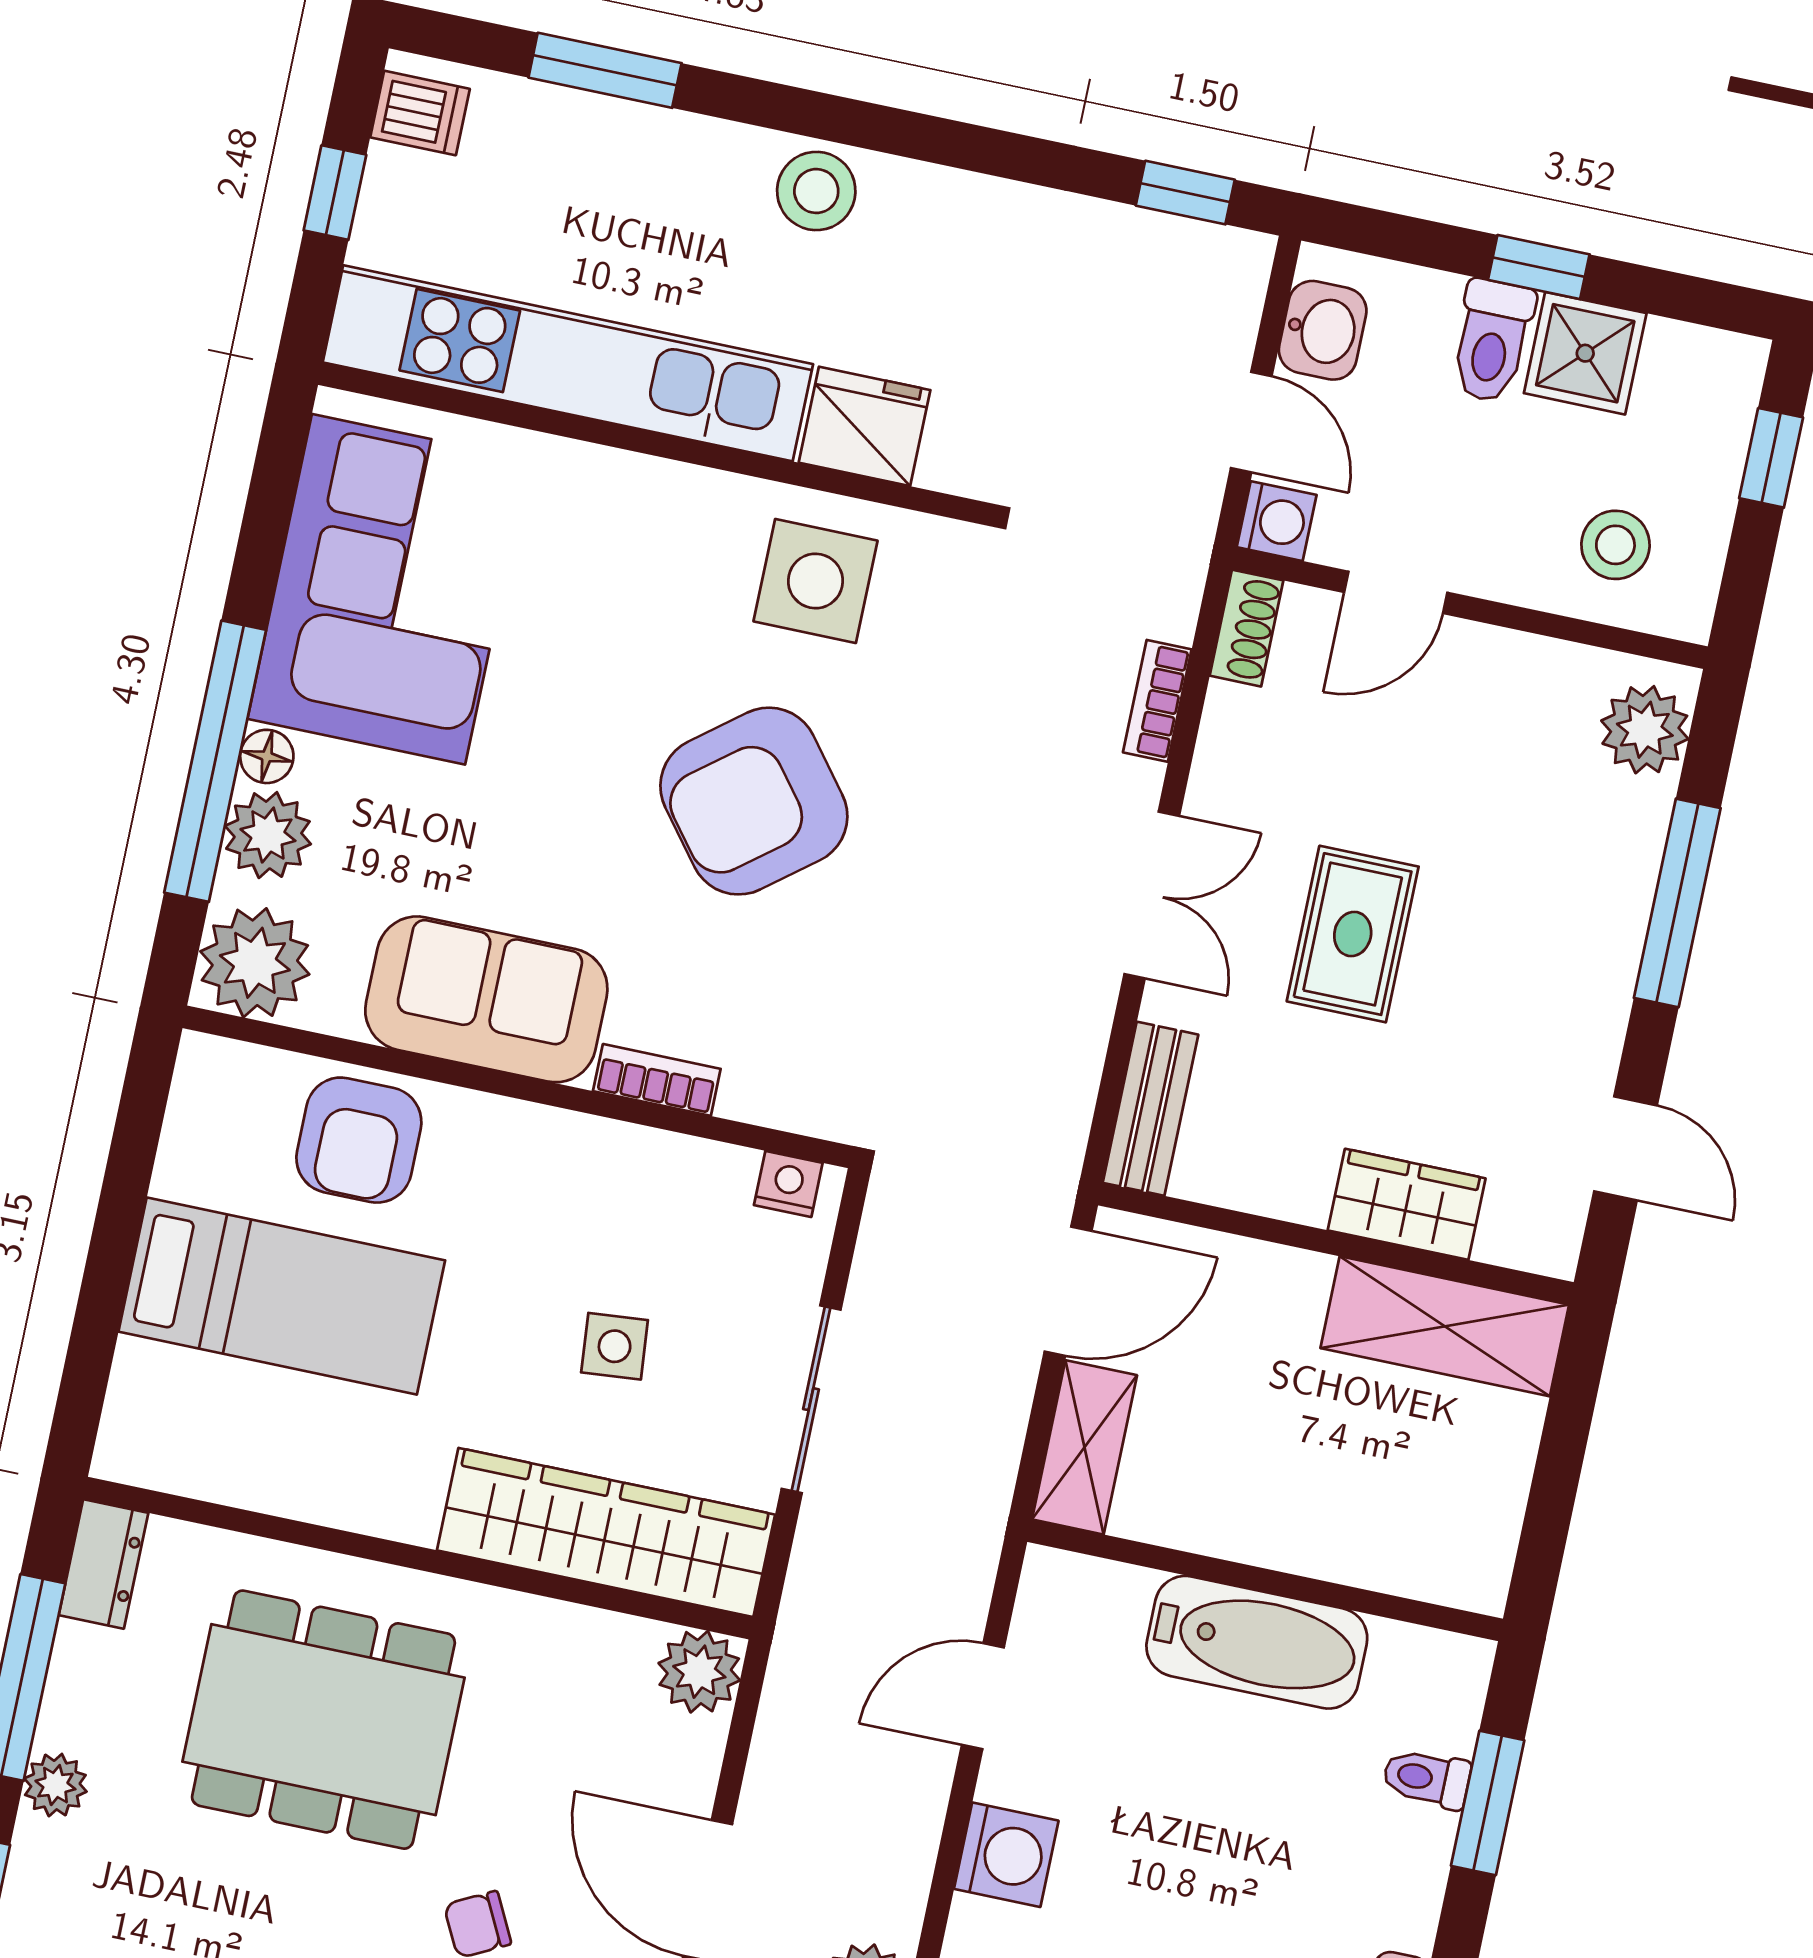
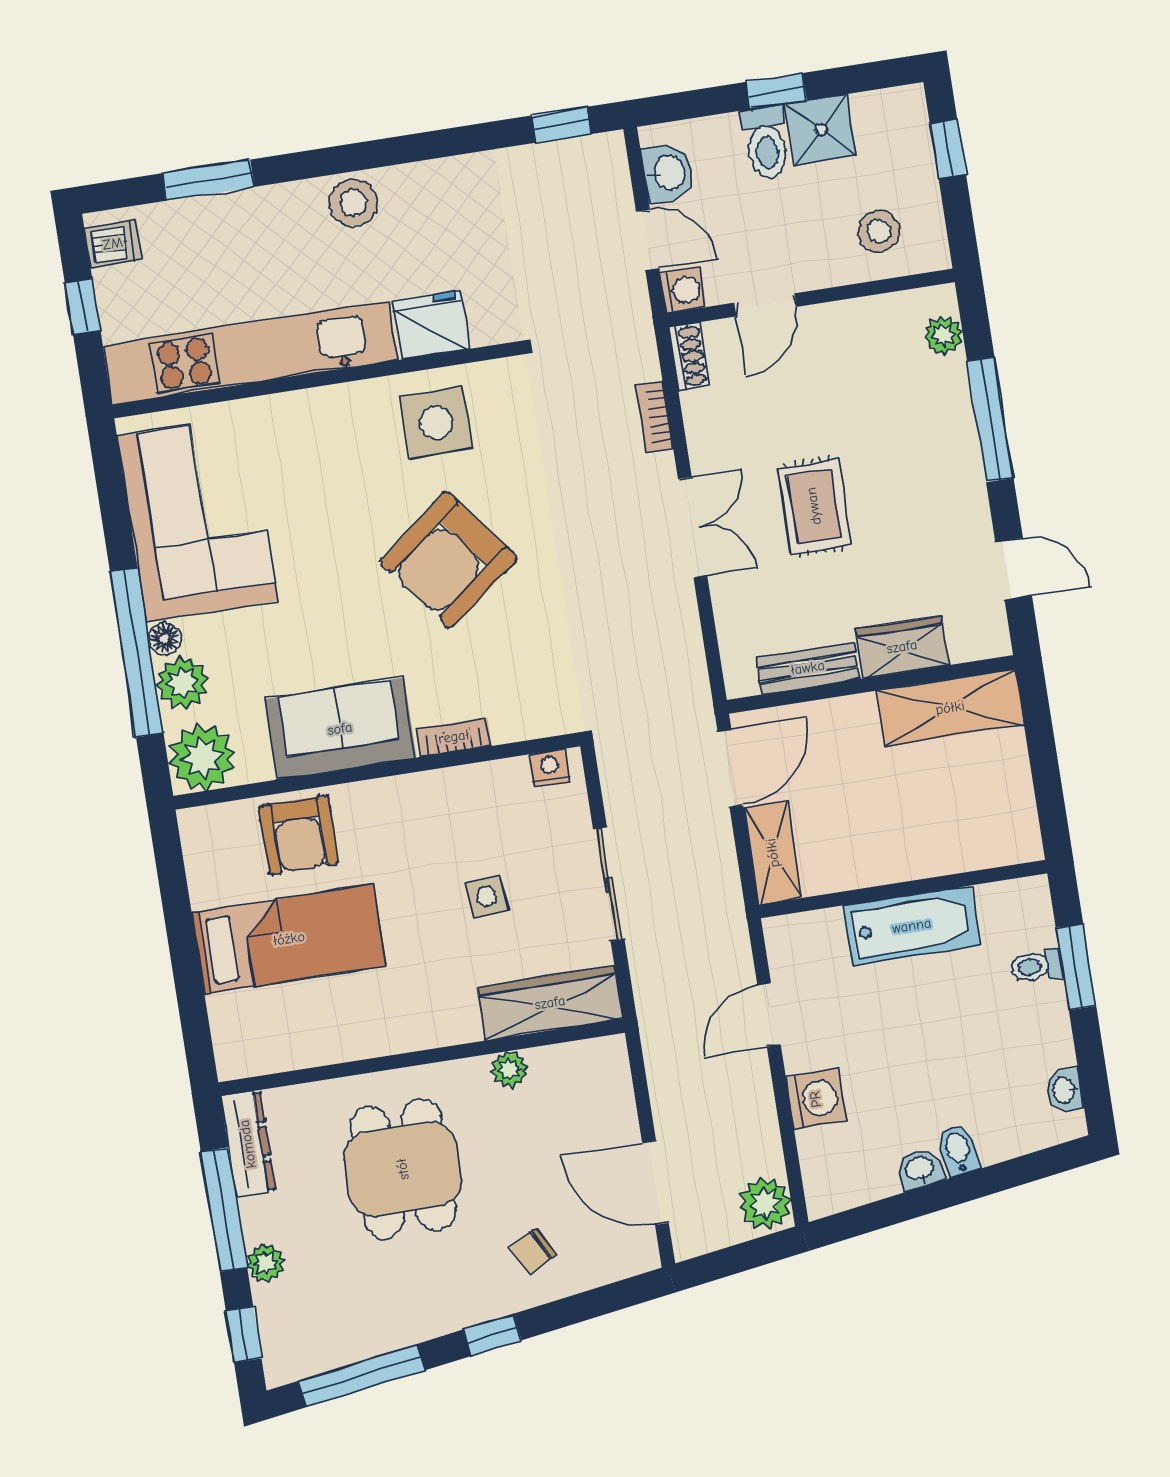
plant: (1645, 730) -> (943, 335), width x0.73, depth x0.73
bench: (1150, 1109) -> (808, 668), moved, turned 90
wardrobe: (606, 1532) -> (550, 1003), width x0.71, depth x0.85
dresser: (103, 1564) -> (248, 1144), width x1.44
plant: (699, 1672) -> (509, 1069), moved, width x0.73, depth x0.73
dining table: (323, 1720) -> (403, 1169), width x0.73

